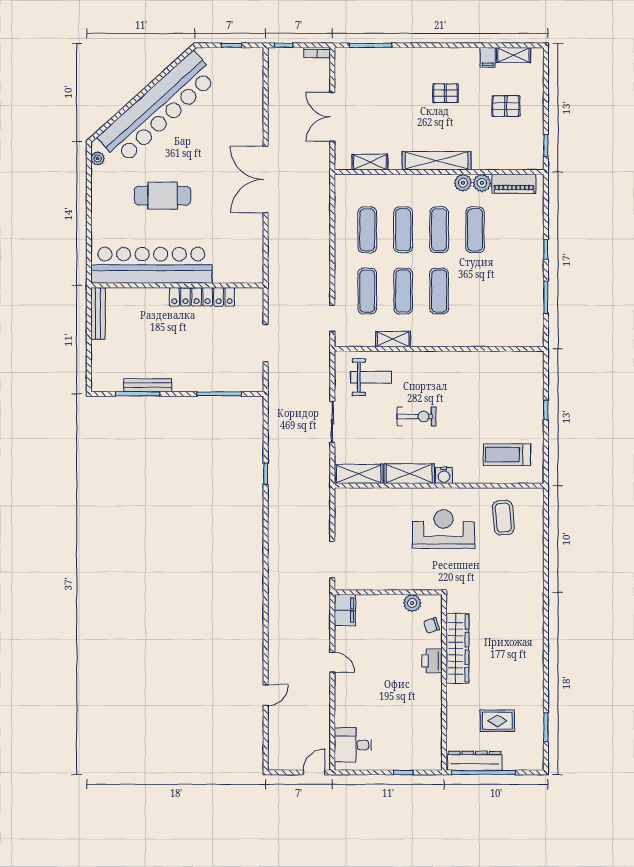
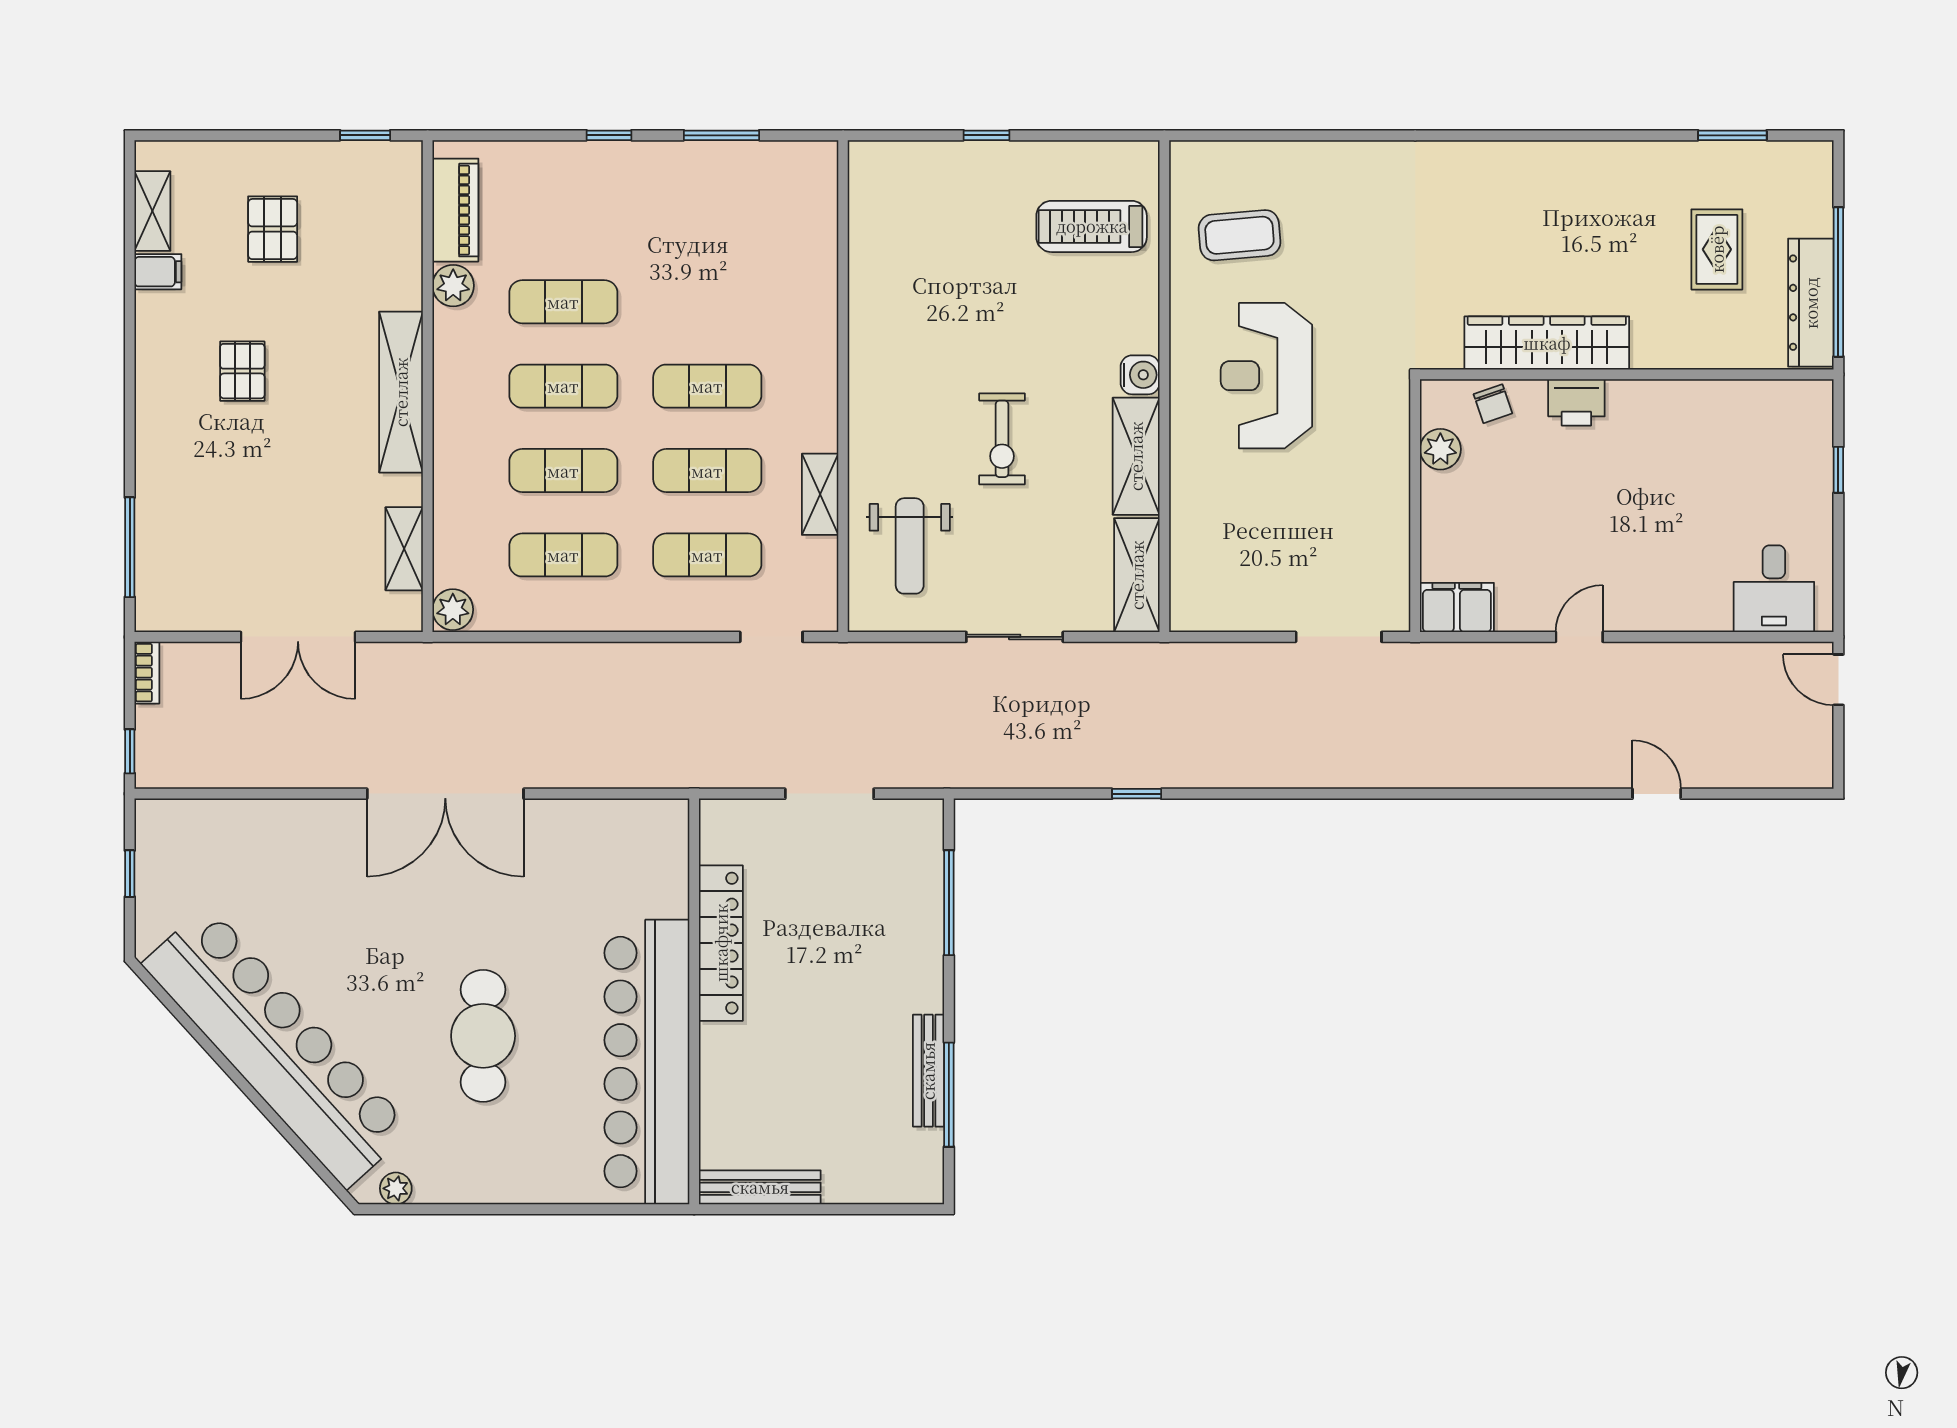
plant: (463, 183) -> (453, 610), moved
weight bench: (371, 377) -> (910, 546), turned 180
exercise bike: (417, 417) -> (1002, 439), turned 180
treadmill: (507, 455) -> (1092, 226), turned 90

